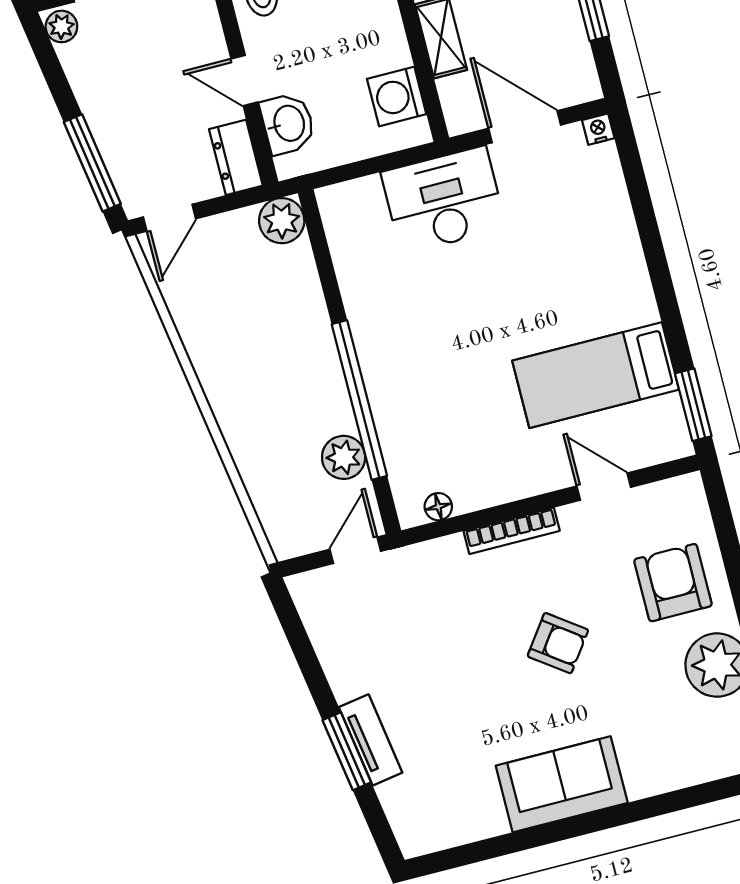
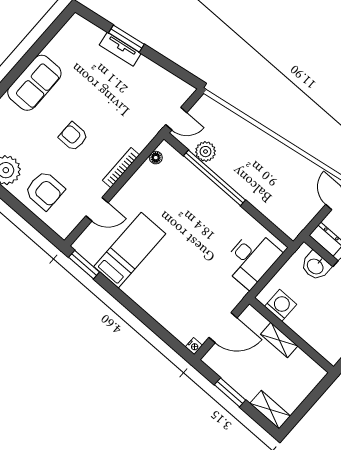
desk: (444, 200) -> (251, 259), moved
plant: (282, 221) -> (292, 227), removed
door: (355, 550) -> (176, 119), hinge flipped
armchair: (558, 643) -> (73, 136), turned 54

